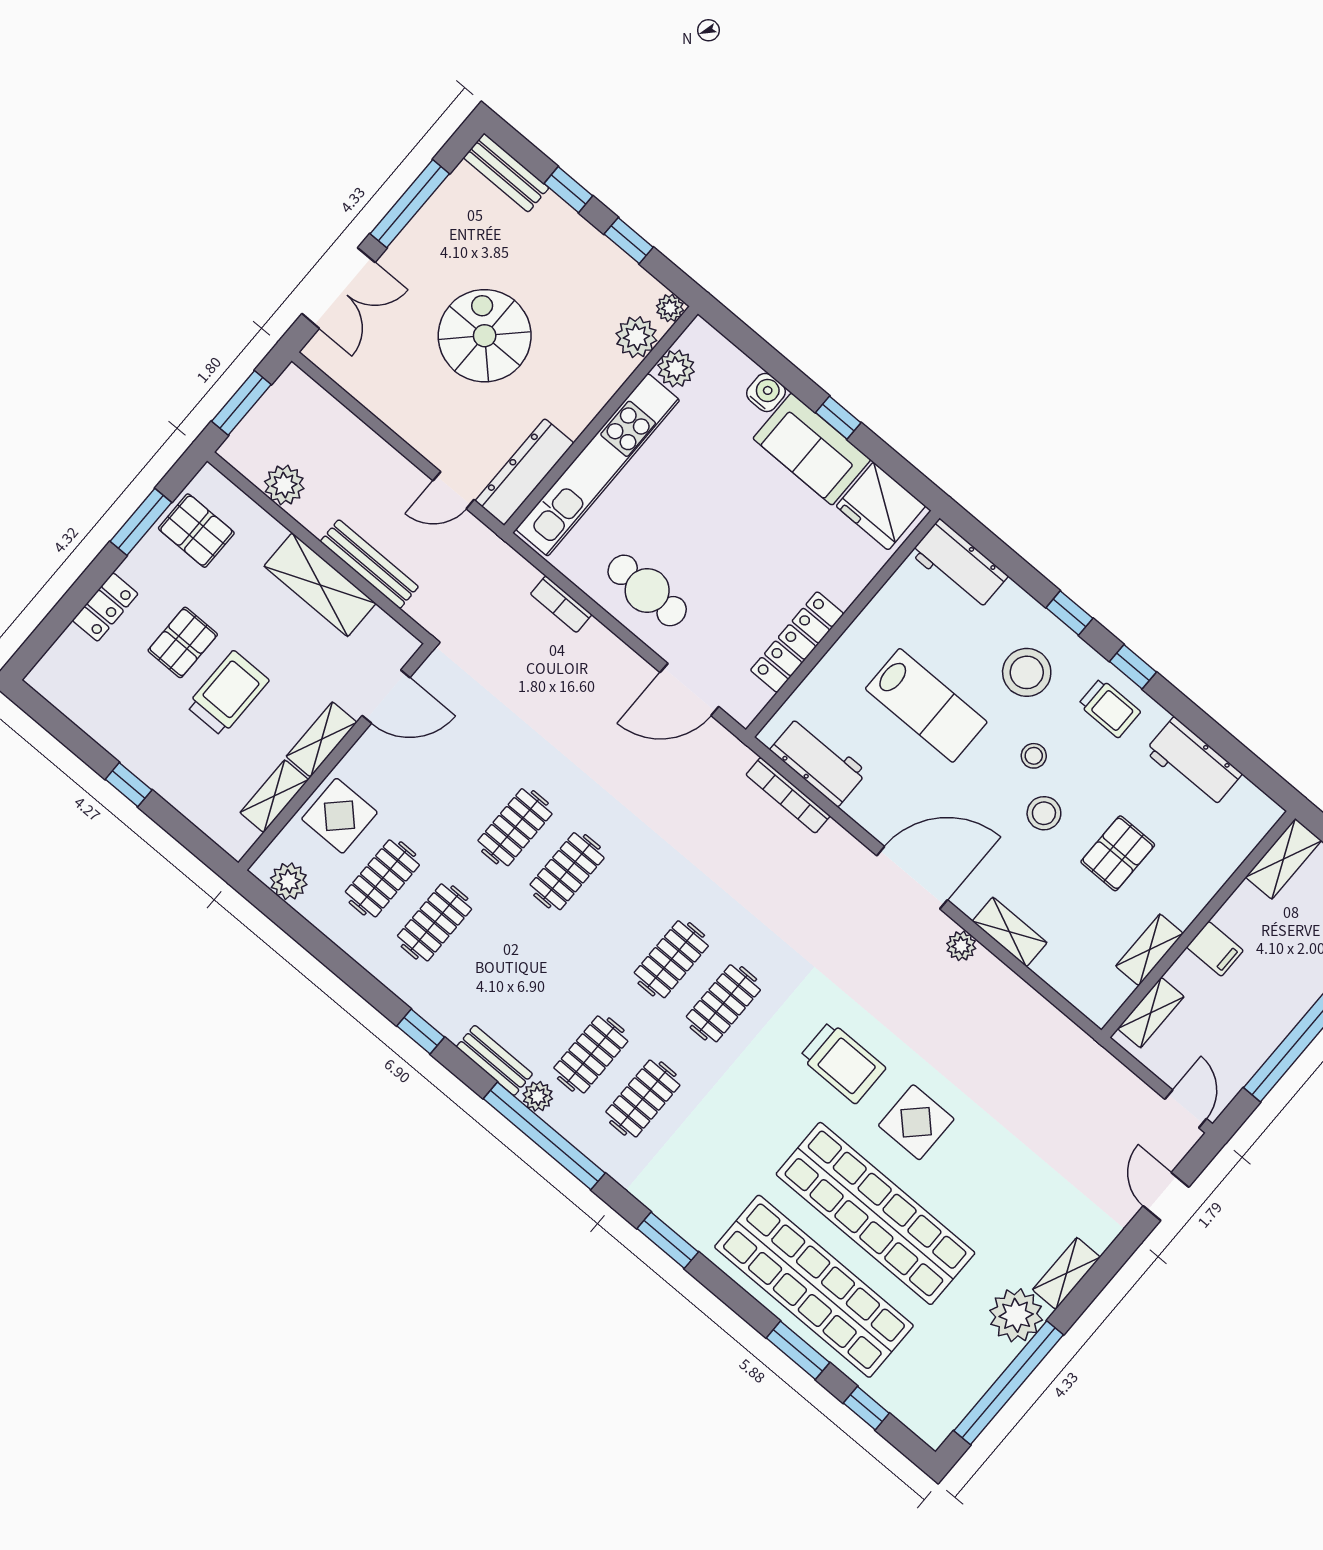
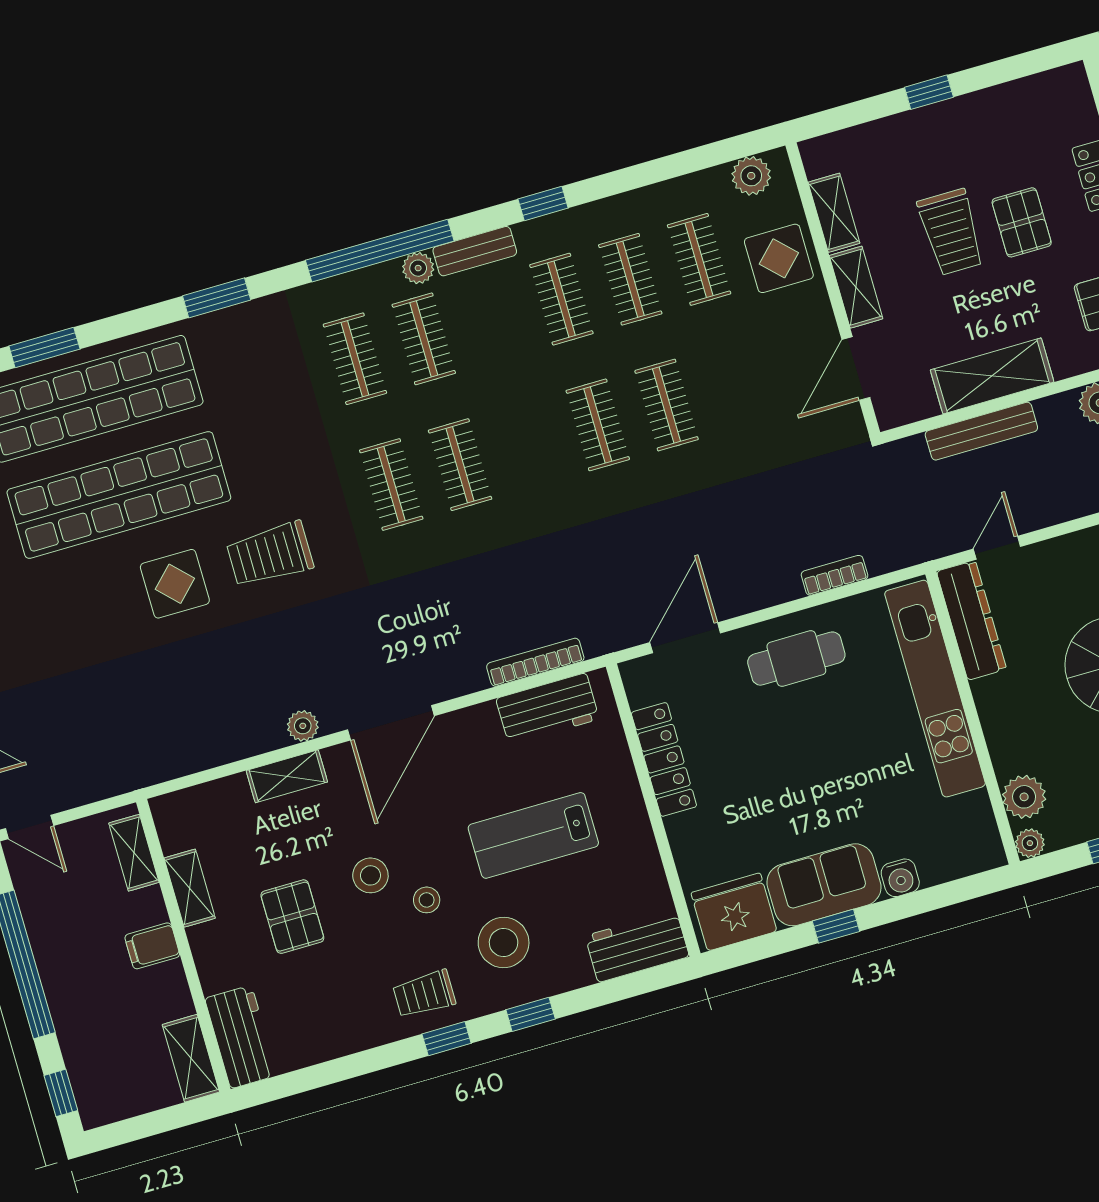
plant: (676, 368) -> (974, 813), removed
workbench: (1193, 763) -> (241, 1037), moved, turned 90
clothes rail: (487, 966) -> (561, 299), added

